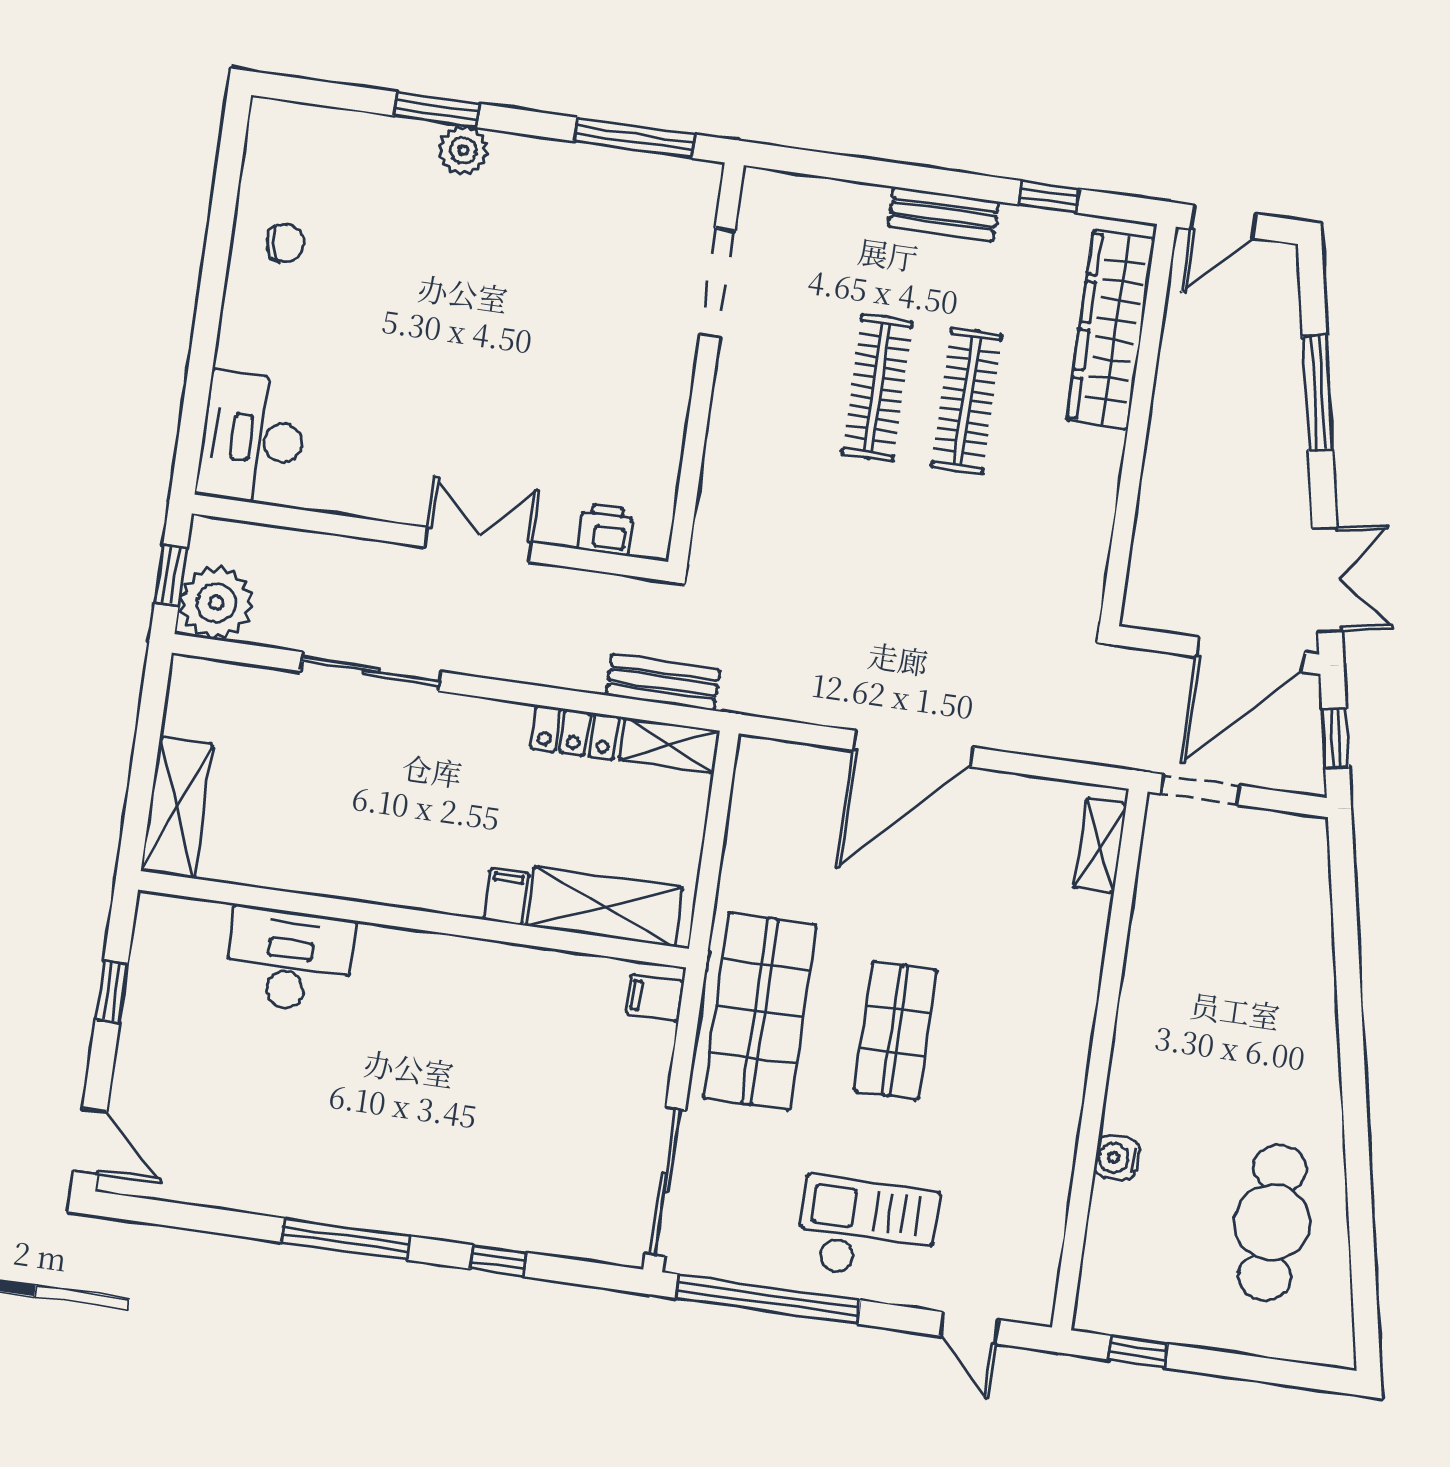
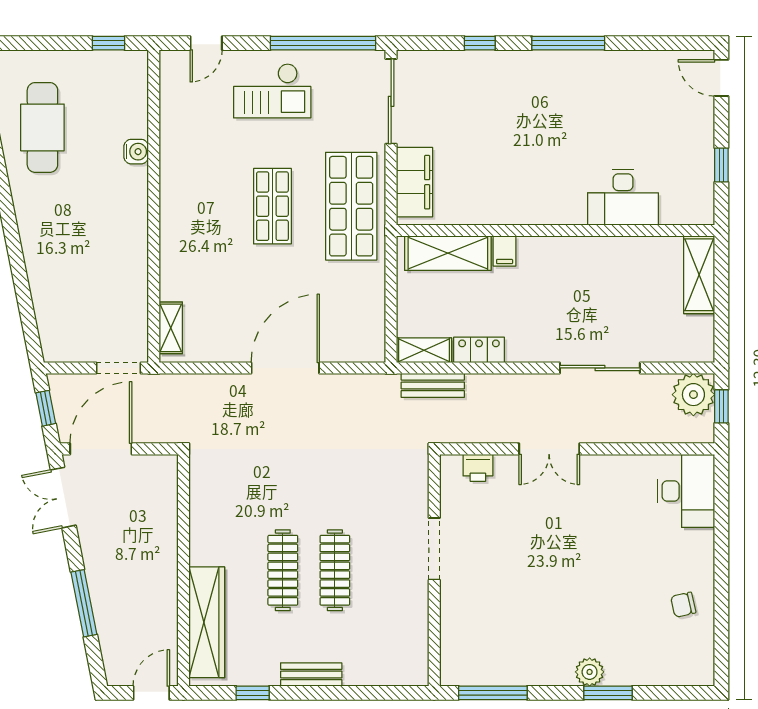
doorway: (717, 283) -> (434, 549), moved
filing cabinet: (655, 998) -> (415, 182), width x3.00, depth x1.17
door: (970, 1328) -> (206, 43), swing flipped

